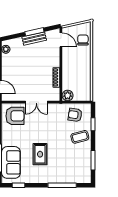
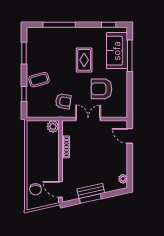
armchair: (75, 115) -> (63, 101), moved
armchair: (15, 116) -> (101, 89), moved

